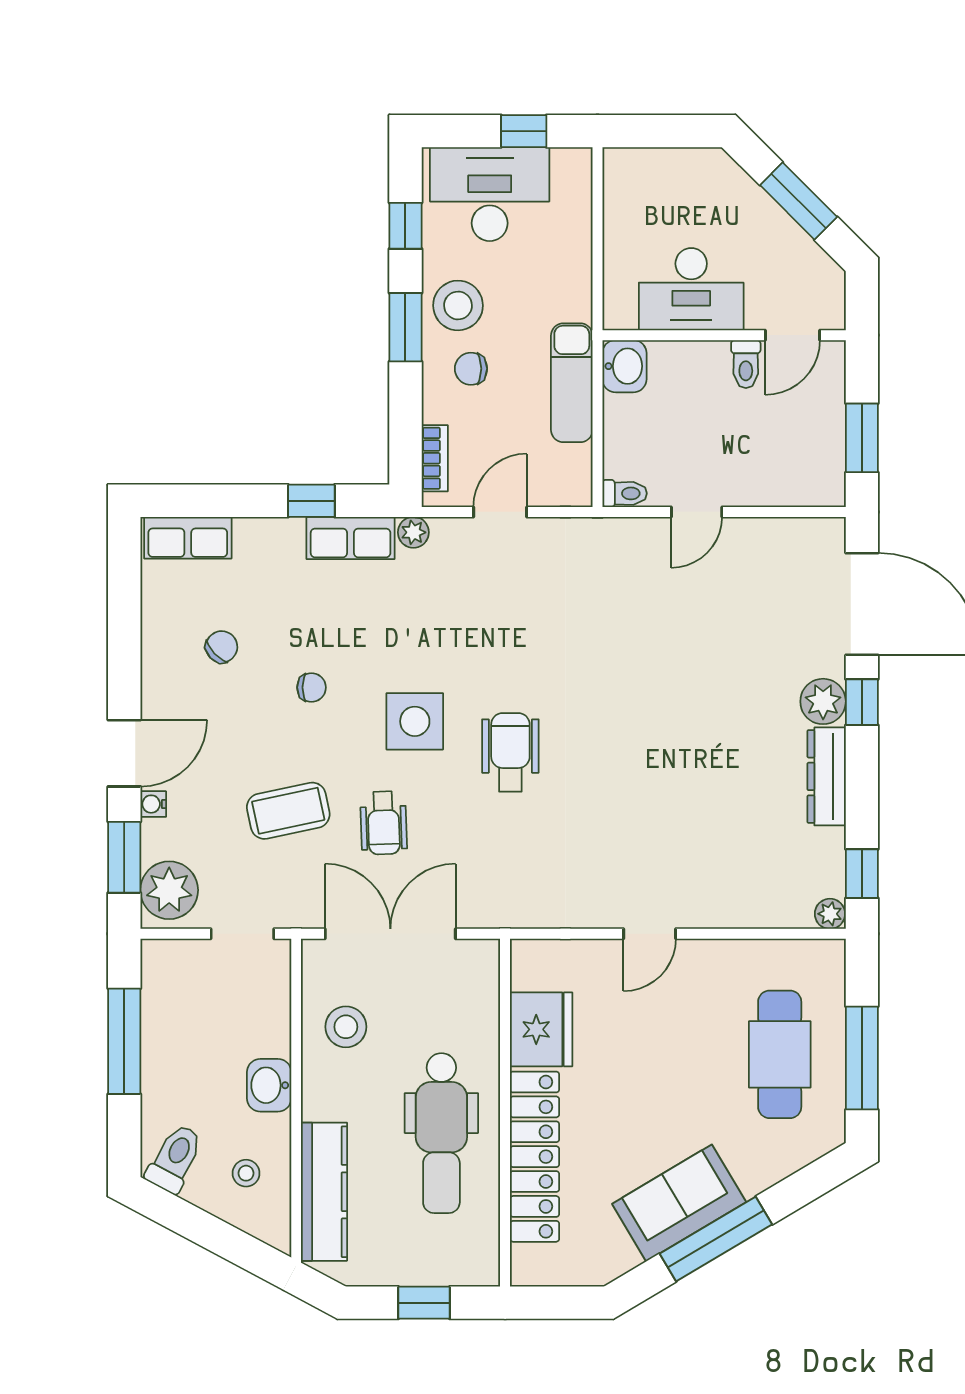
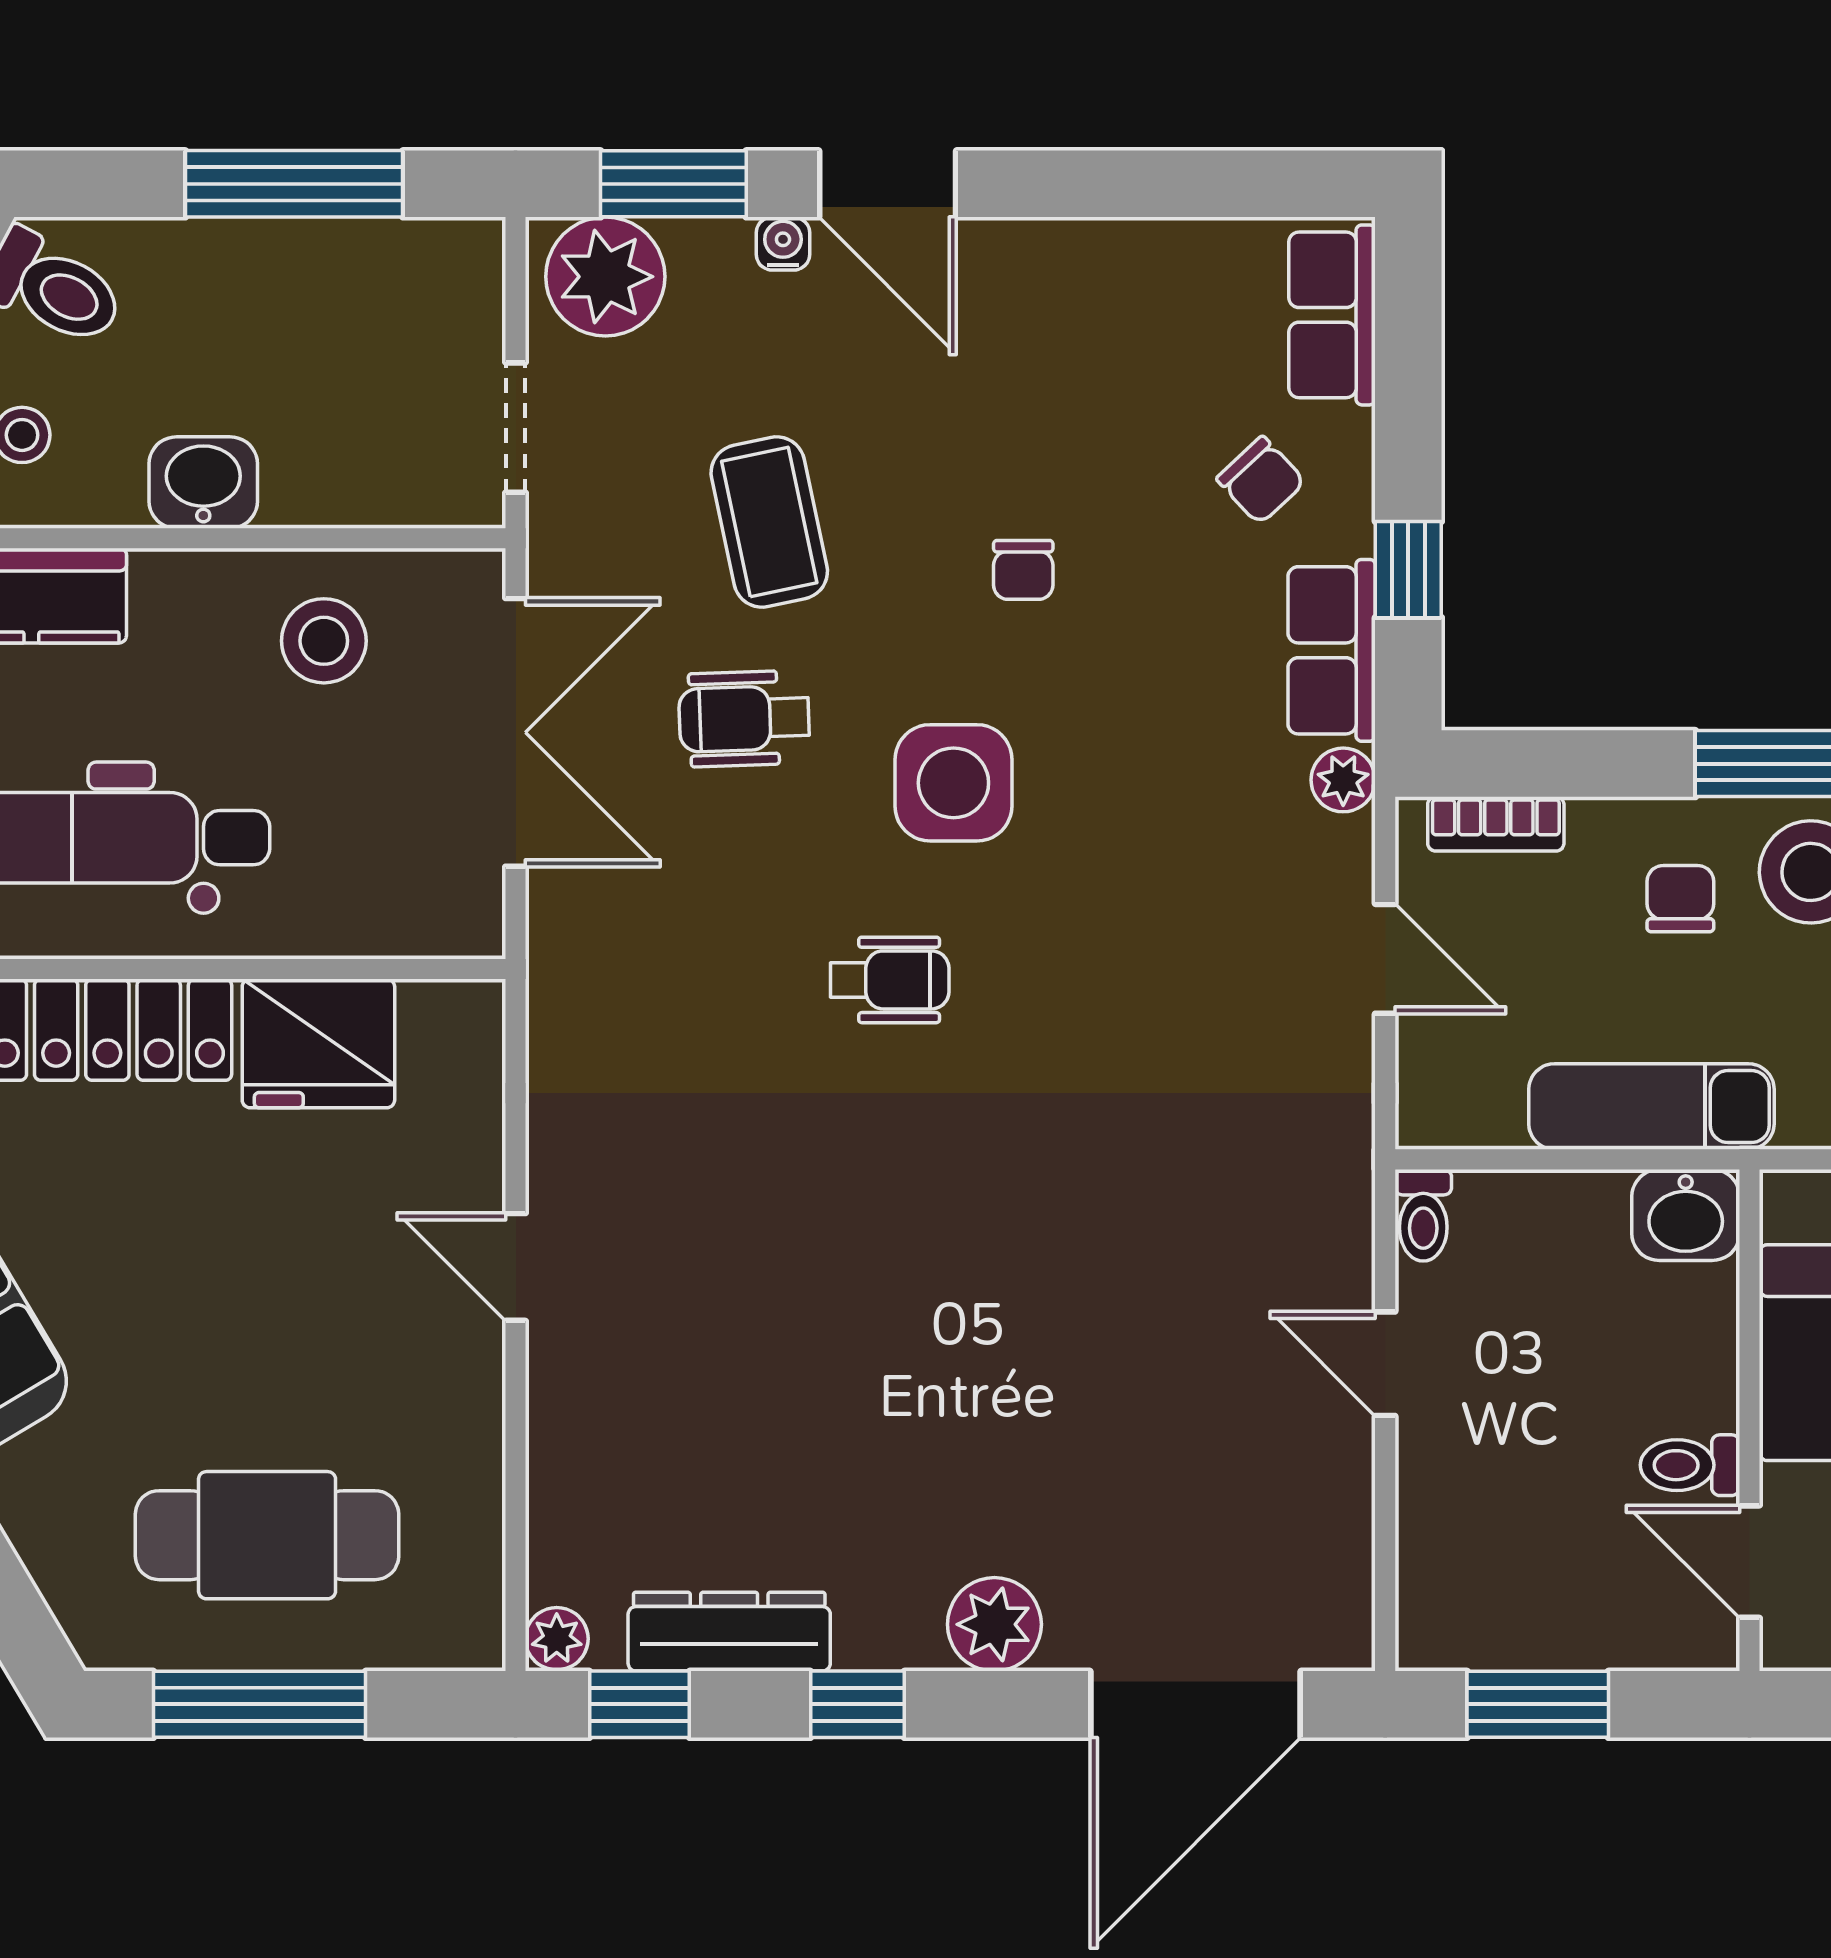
chair: (222, 647) -> (1261, 480), moved
window: (862, 702) -> (857, 1704), moved
wheelchair: (510, 752) -> (890, 980), width x0.73, depth x0.73
dresser: (827, 776) -> (729, 1632), moved

